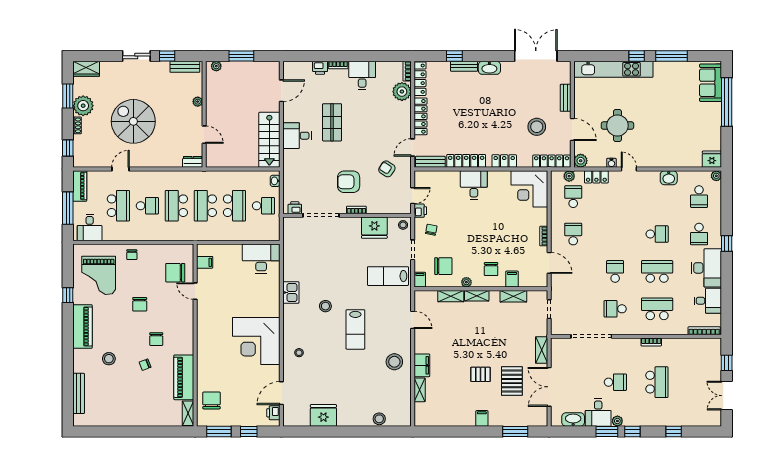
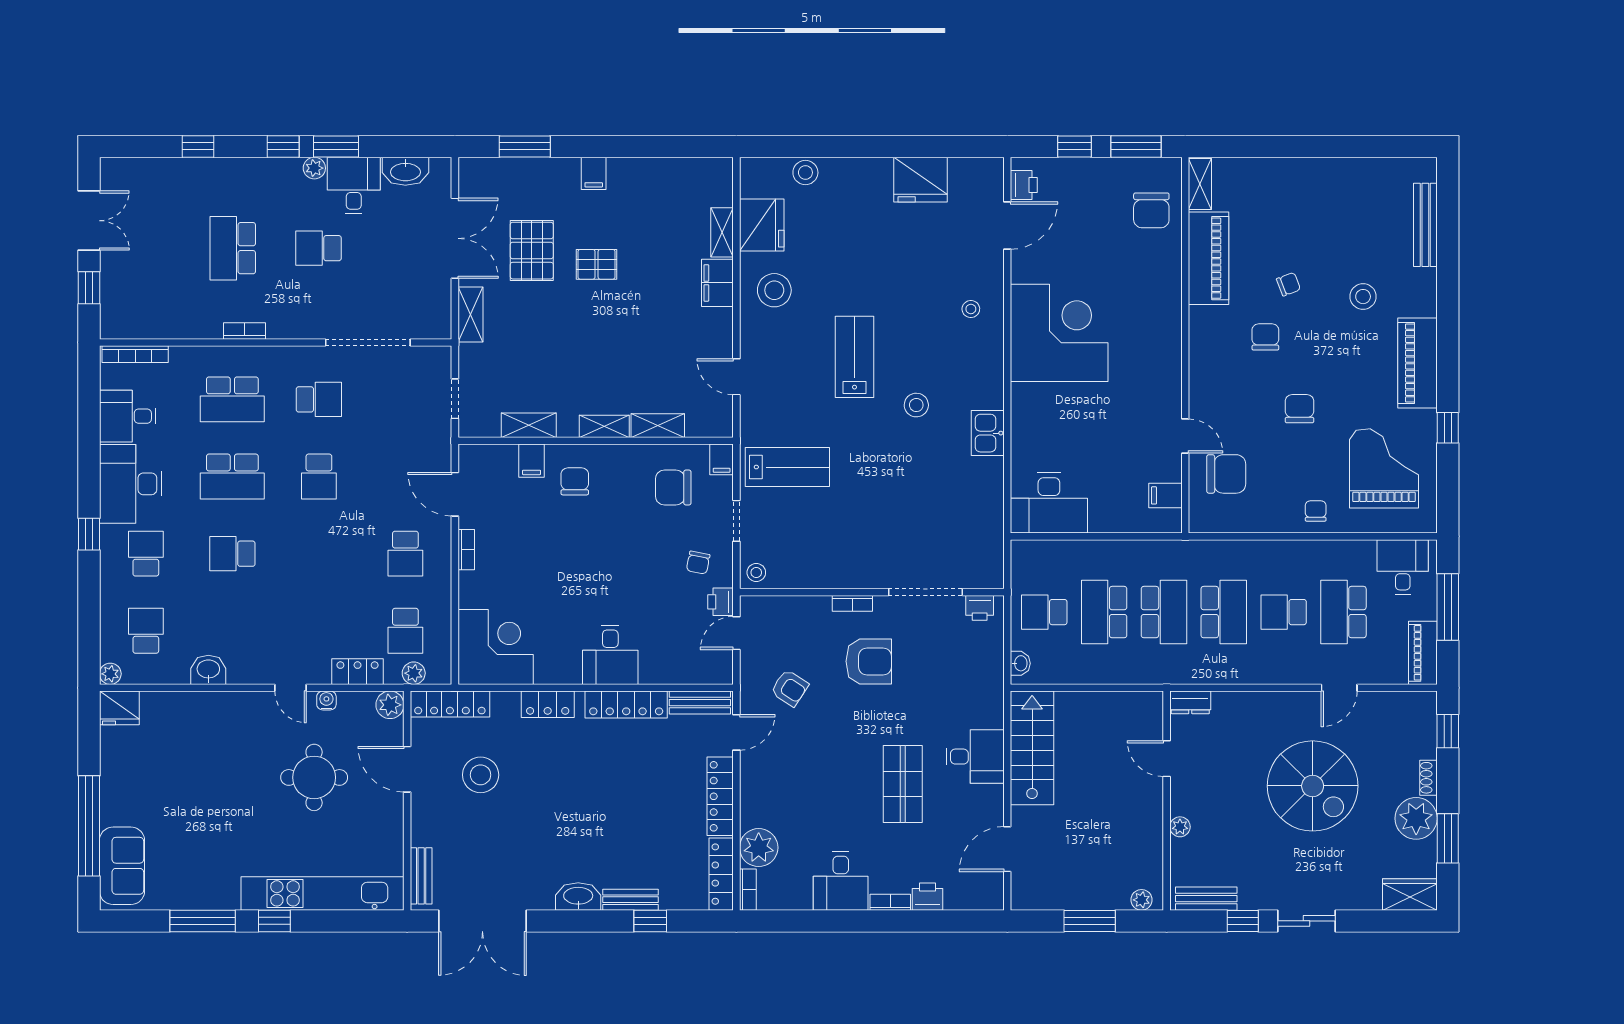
bench: (566, 98) -> (421, 876), moved
fridge: (374, 228) -> (762, 225), moved, turned 90
plant: (466, 282) -> (626, 454), removed

